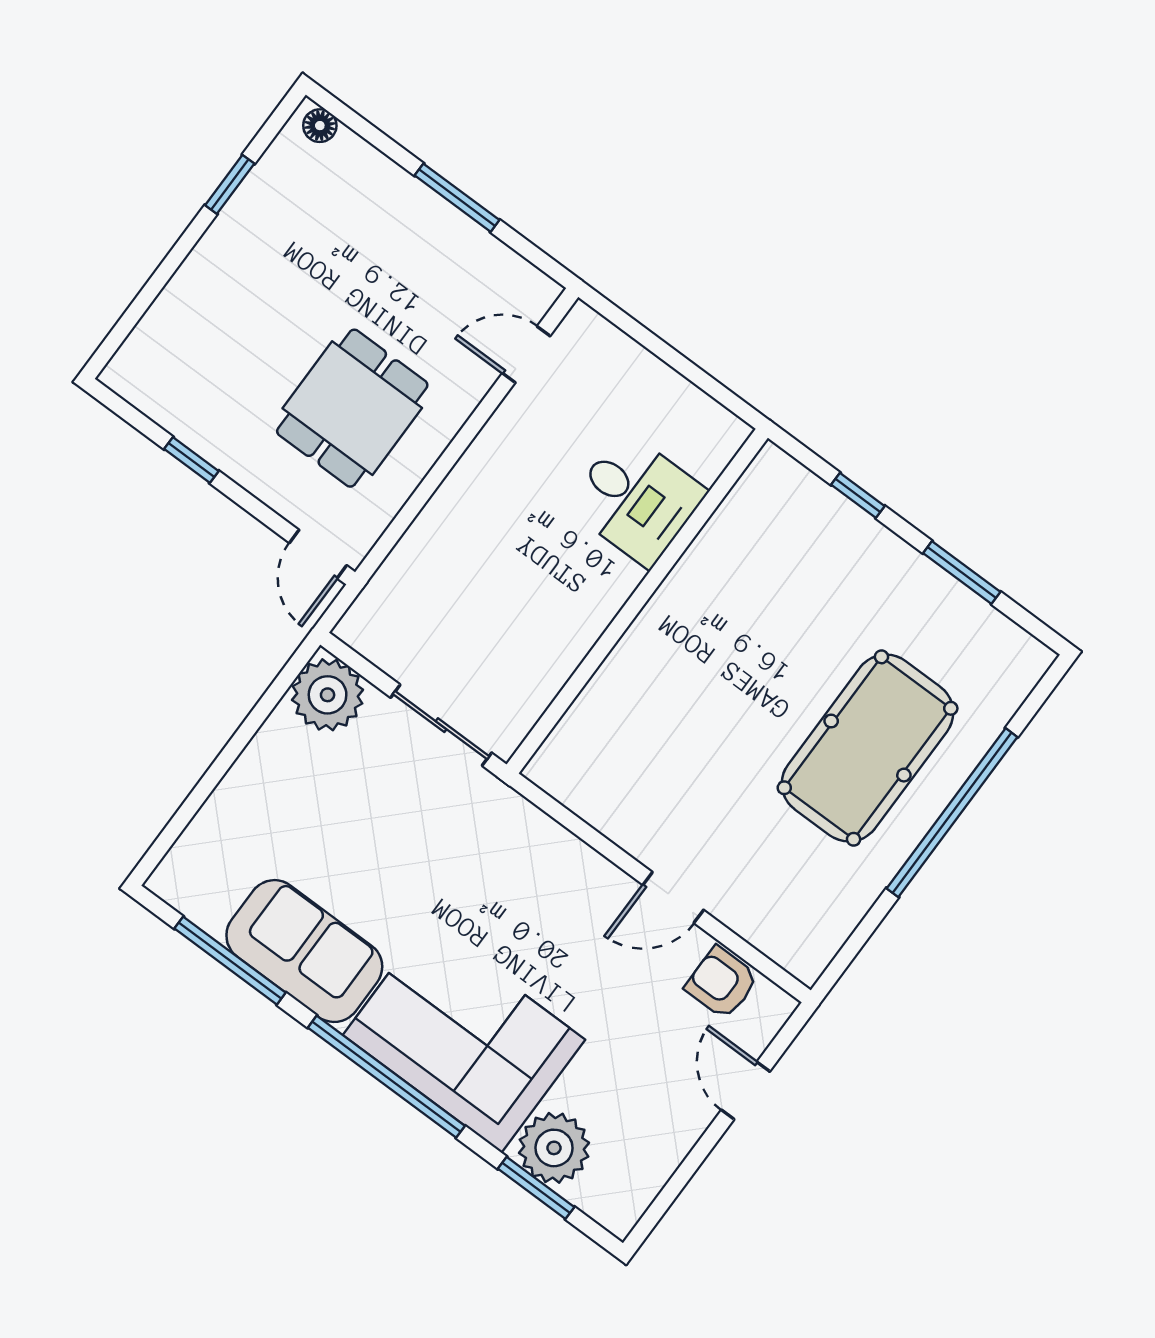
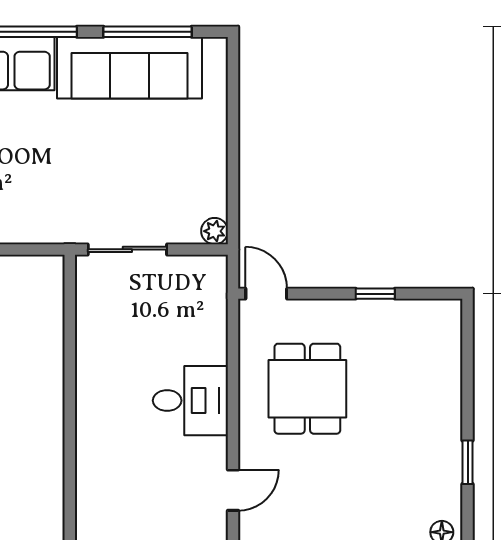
desk: (636, 499) -> (190, 401), moved, turned 180
plant: (328, 695) -> (215, 231), width x0.53, depth x0.53
sofa: (304, 951) -> (129, 68), width x1.36

